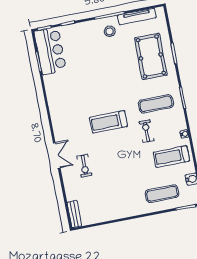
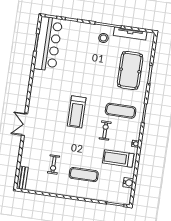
bar counter: (50, 51) -> (48, 44), width x1.36
treadmill: (109, 122) -> (77, 112), turned -90
double door: (57, 155) -> (24, 125), swing flipped
exercise bike: (84, 166) -> (54, 164), moved
exercise mat: (162, 194) -> (84, 175), moved

